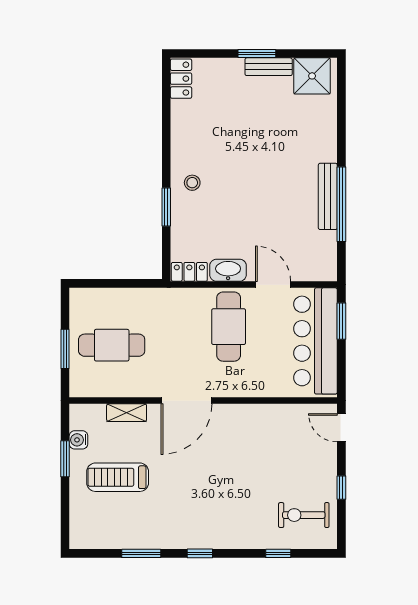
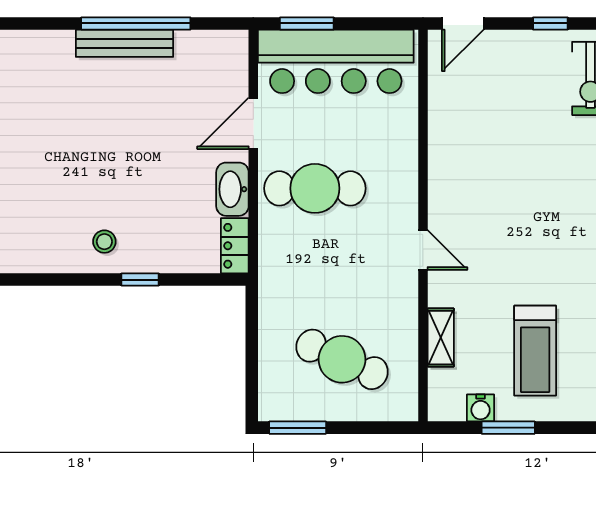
window: (166, 207) -> (140, 280), width x0.67
cafe table: (112, 345) -> (342, 359), turned -66
window: (65, 349) -> (298, 428), moved
door: (186, 401) -> (423, 250), width x0.53

